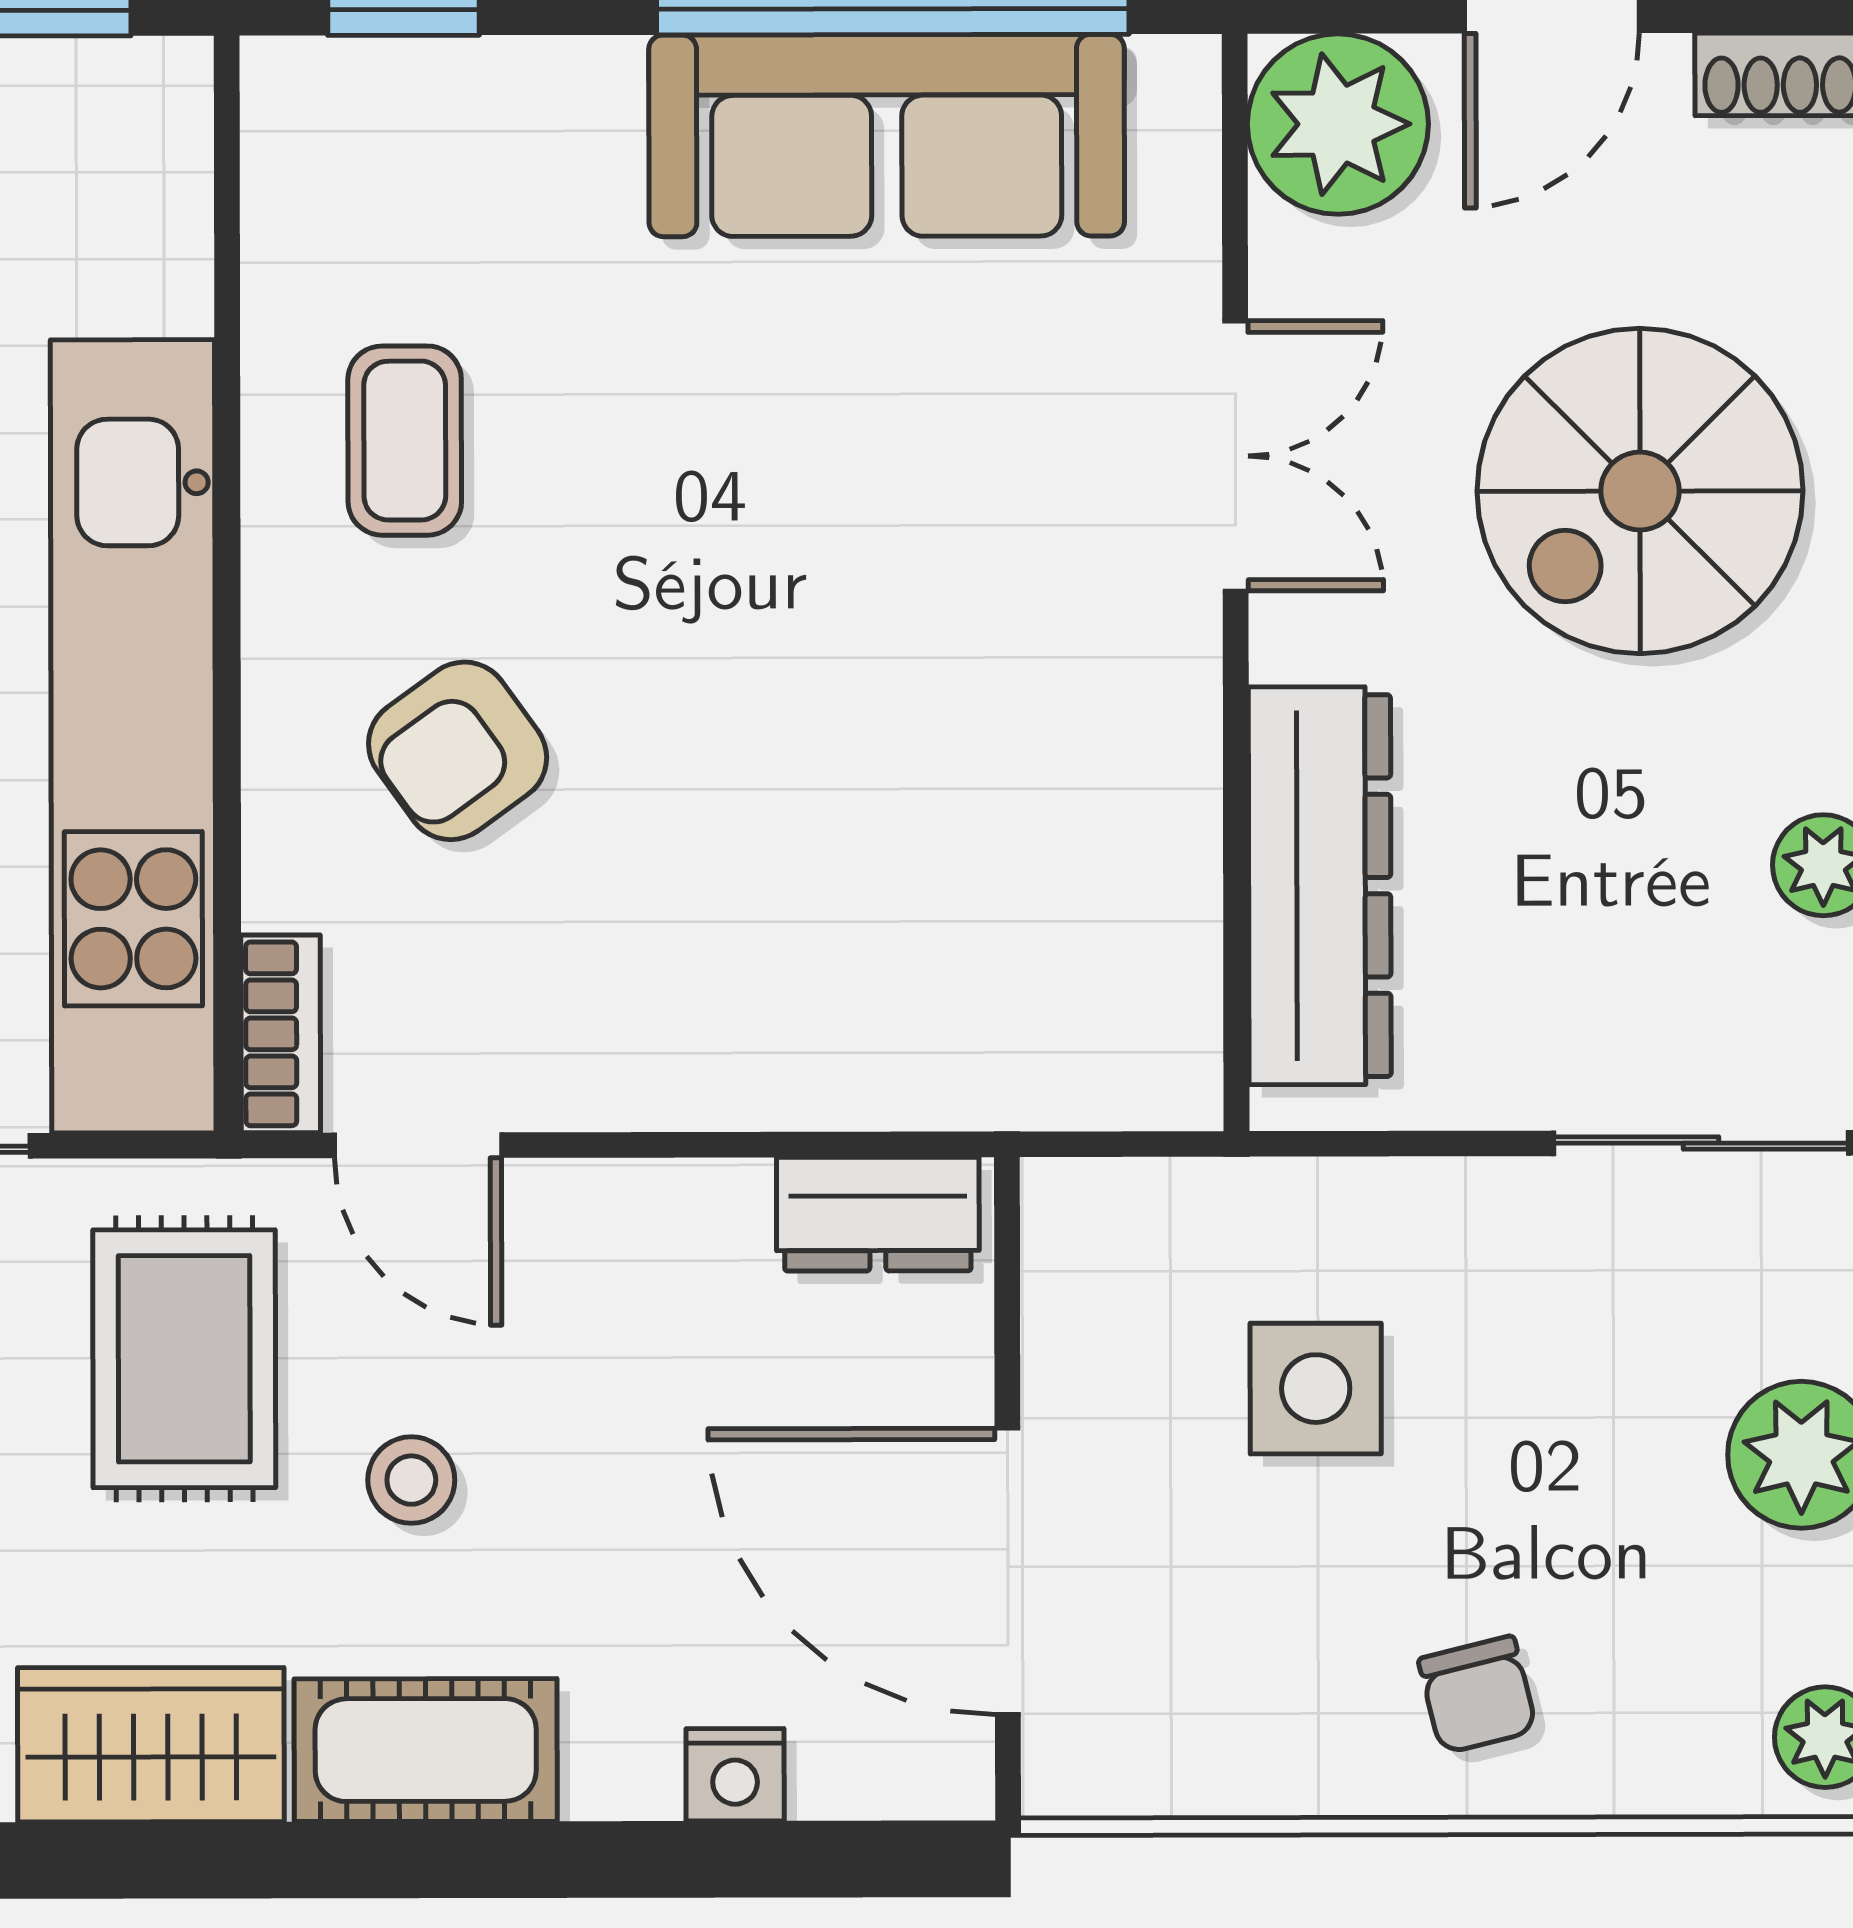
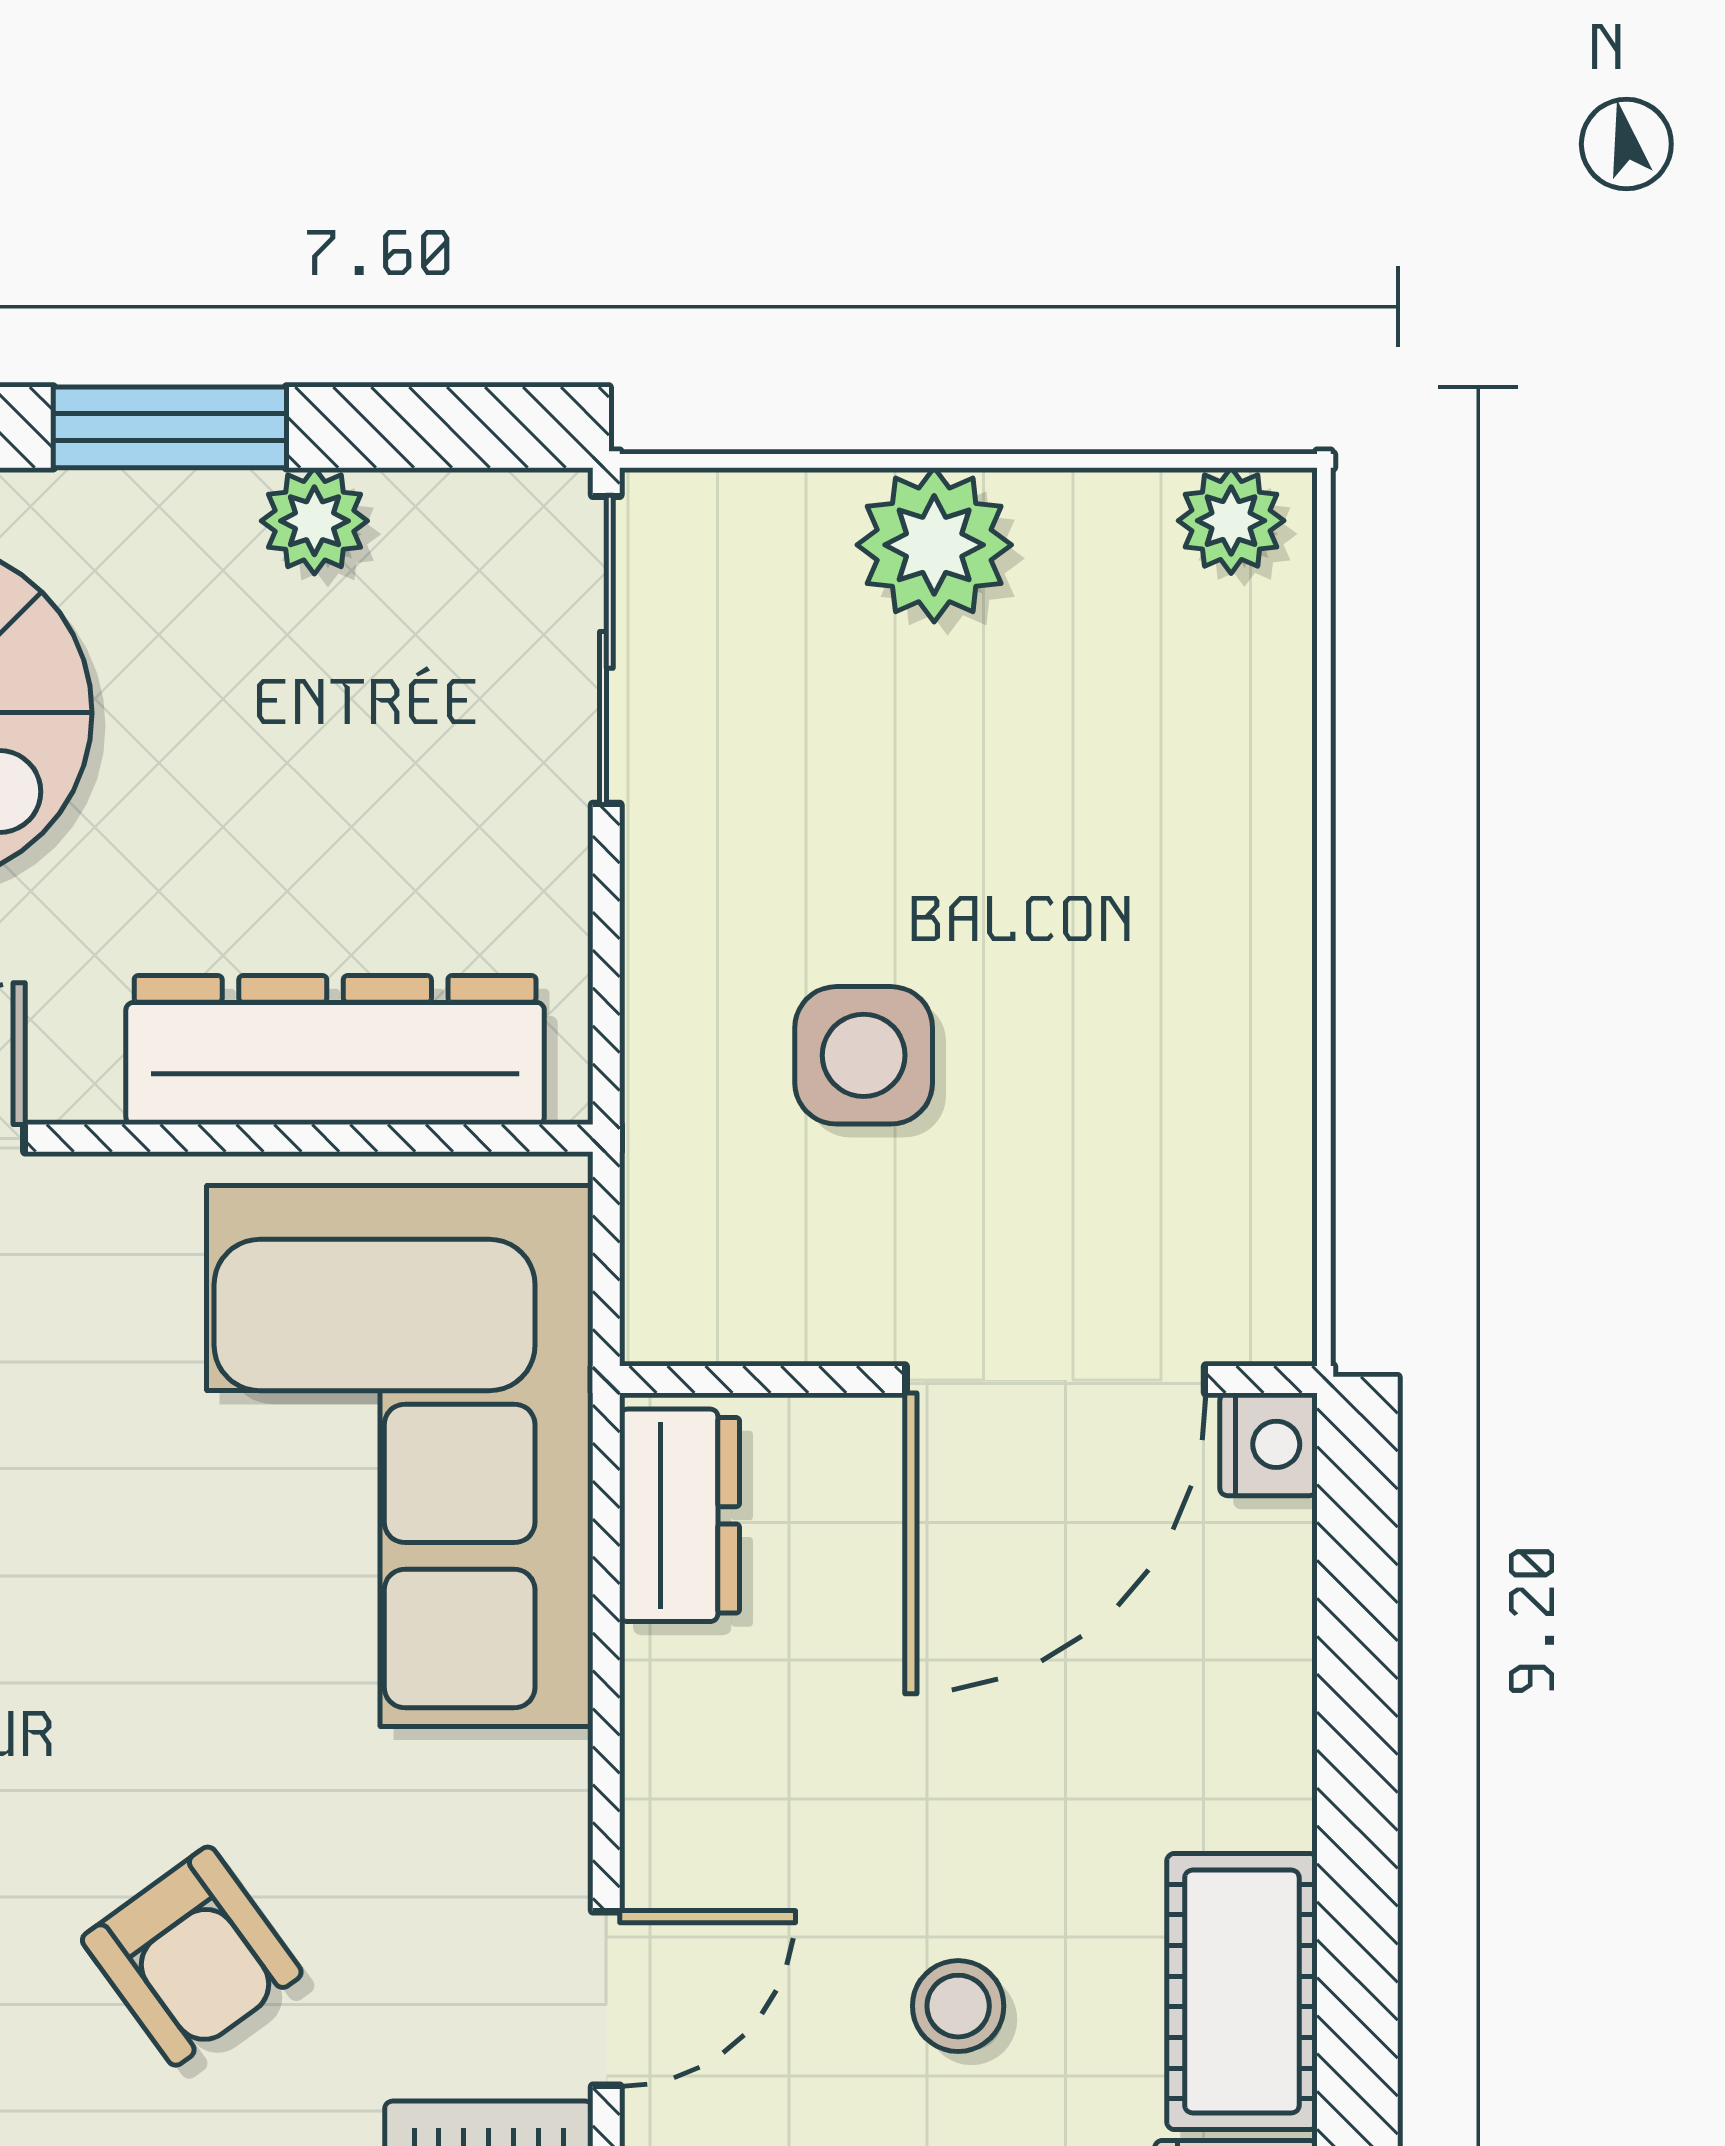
corner sofa: (934, 948) -> (400, 1456), added
chair: (1478, 1695) -> (1186, 886), removed
nightstand: (735, 1775) -> (1269, 1444), moved

